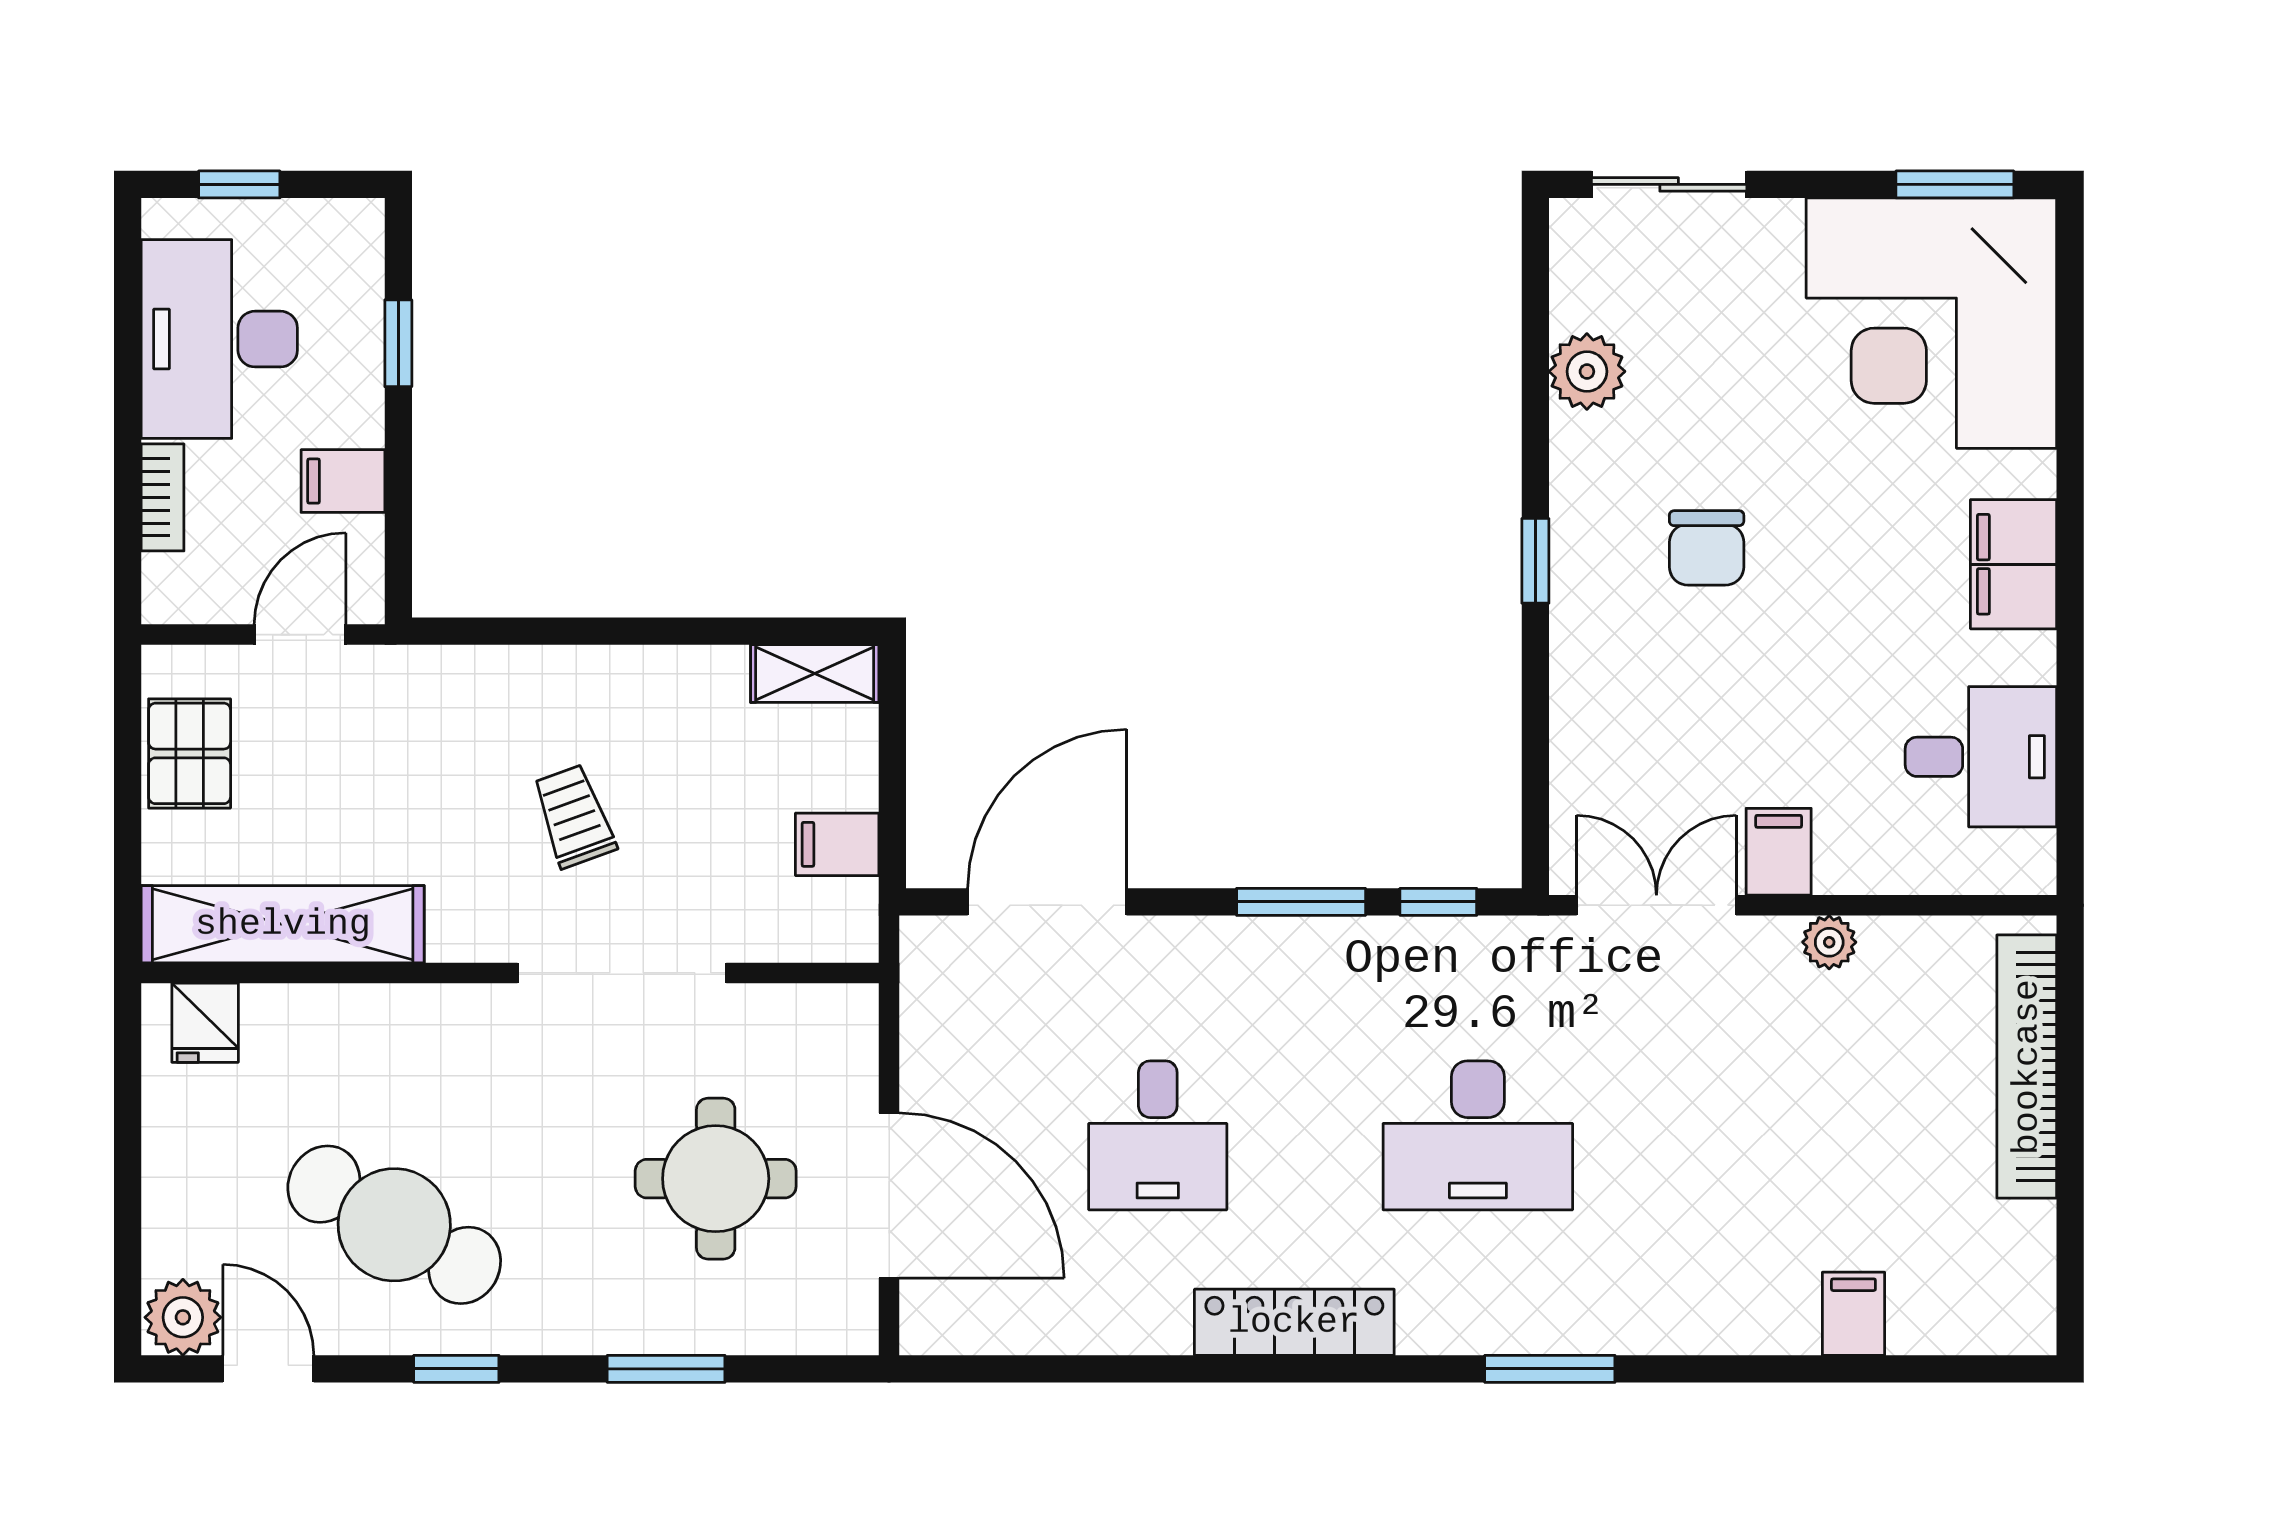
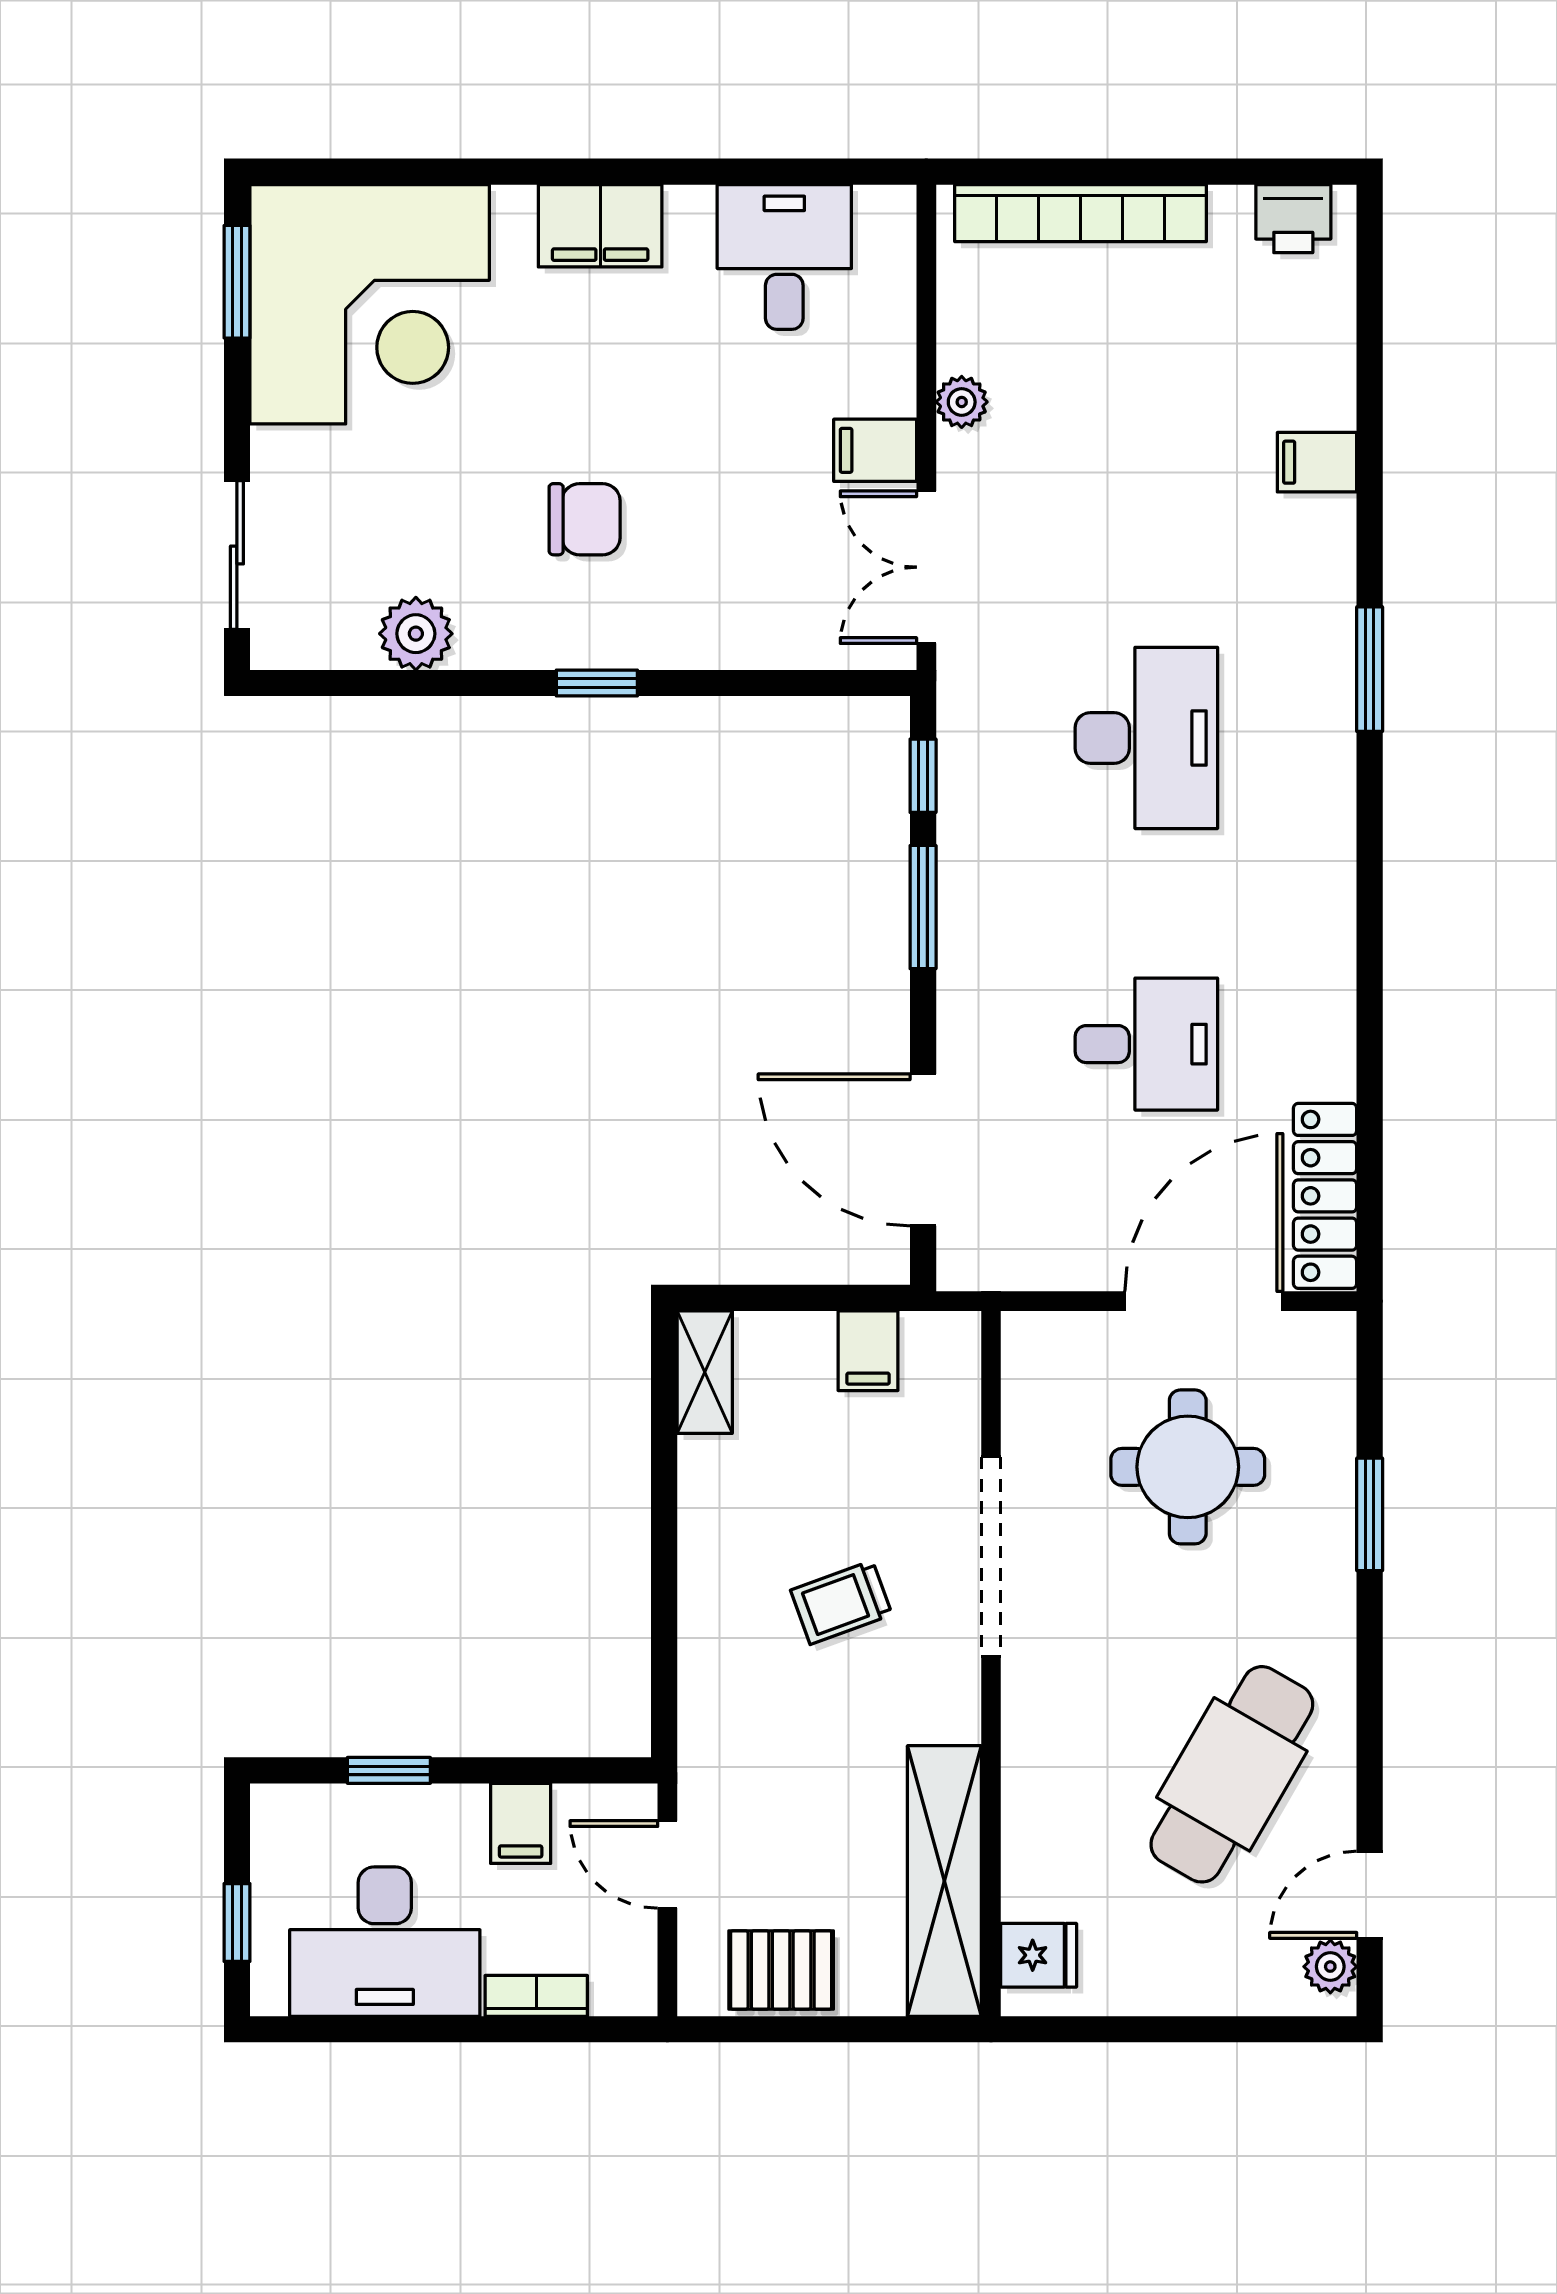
printer: (2021, 1289) -> (1293, 219), added
filing cabinet: (1853, 1314) -> (1317, 462), moved
plant: (183, 1317) -> (1330, 1967), width x0.73, depth x0.73
locker: (1294, 1322) -> (1325, 1196), moved
window: (456, 1369) -> (1370, 1715), removed

